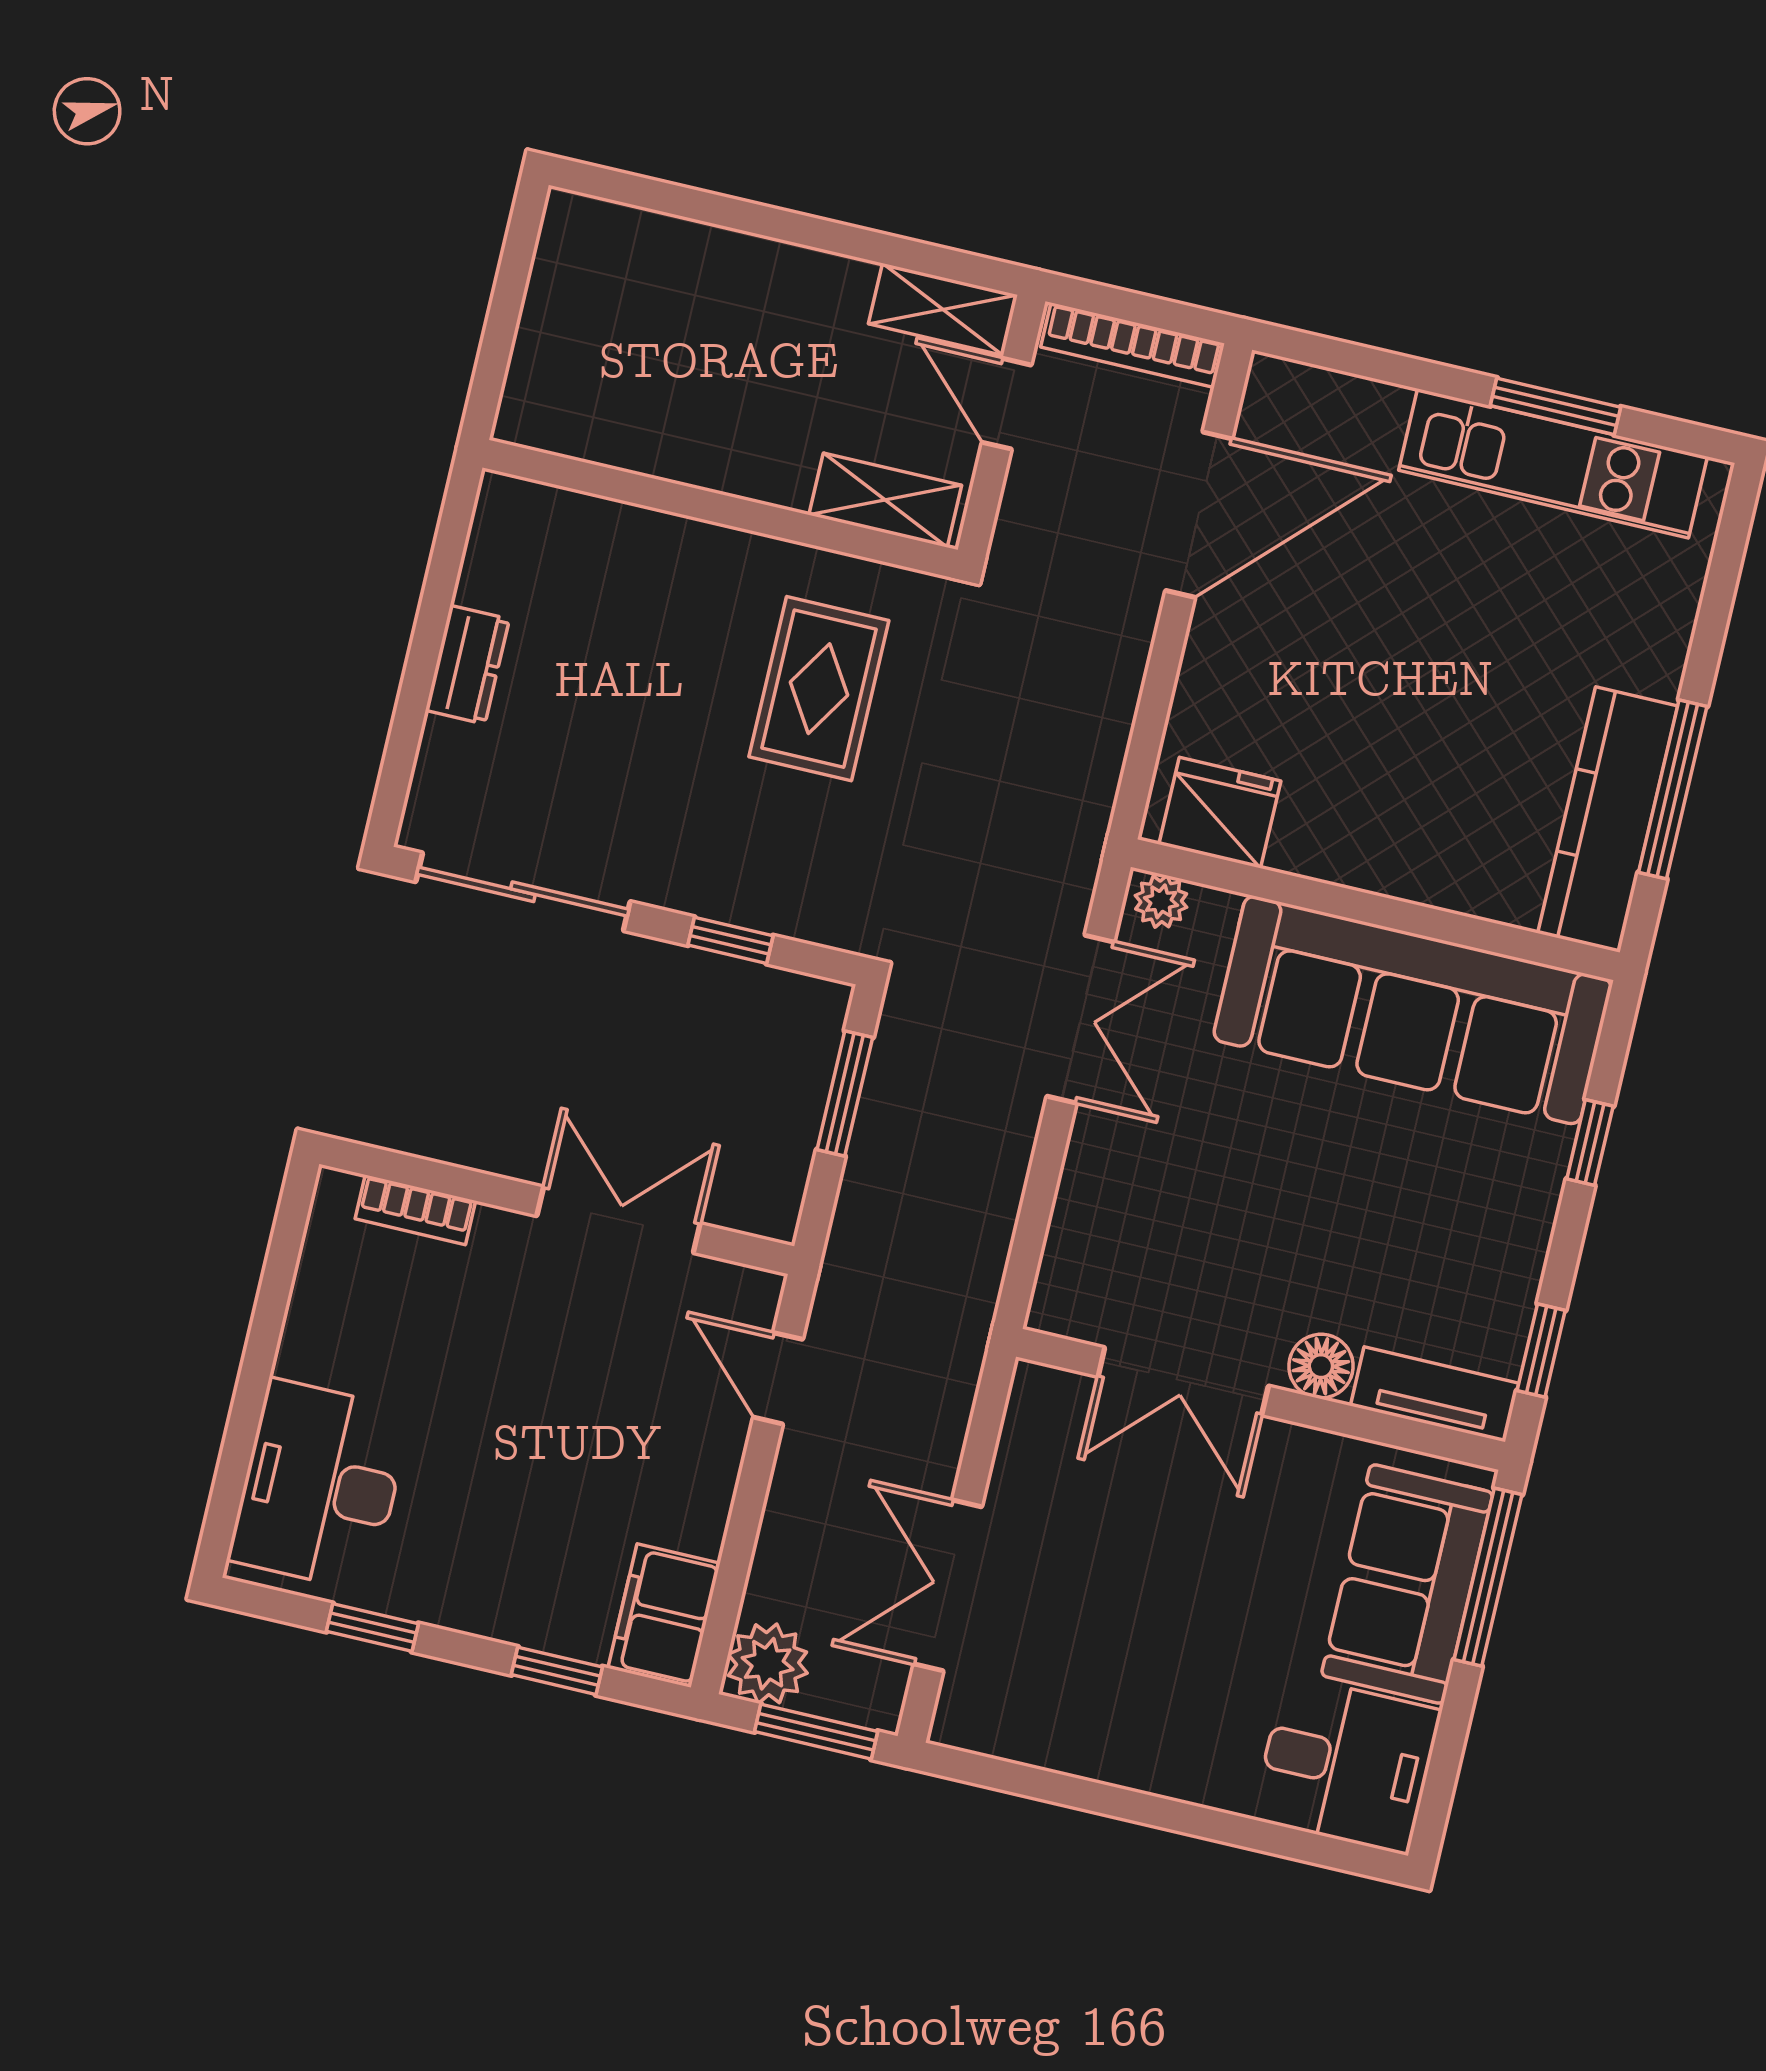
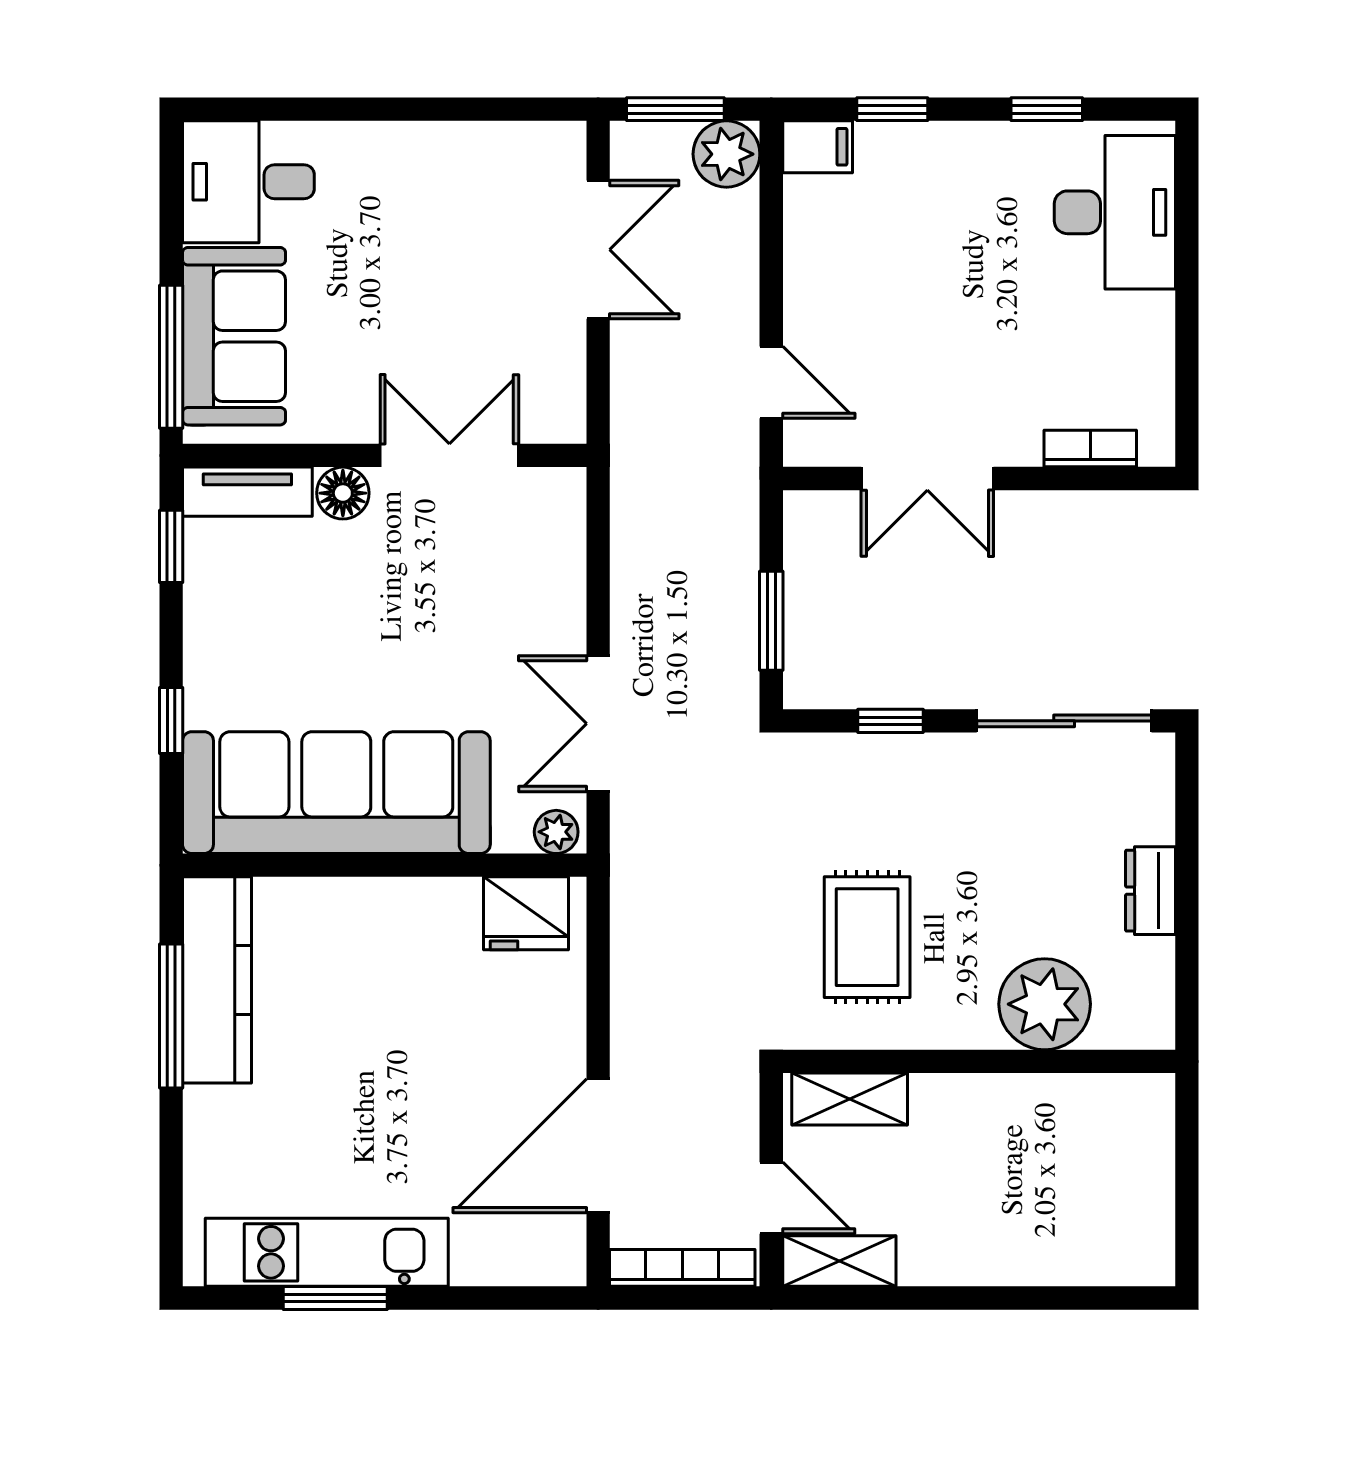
plant: (626, 559) -> (1045, 1004), added
filing cabinet: (664, 1616) -> (818, 147), width x0.50

